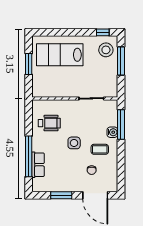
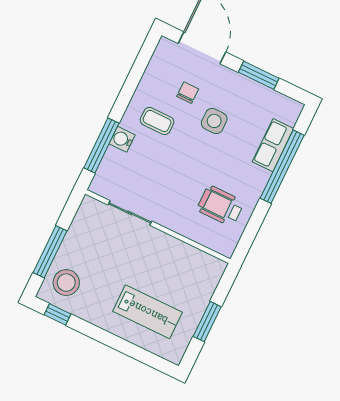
lab bench: (60, 55) -> (148, 312), width x0.73, depth x0.72
side table: (74, 143) -> (214, 121), moved

